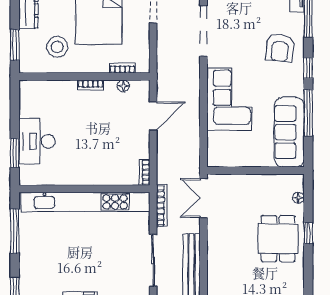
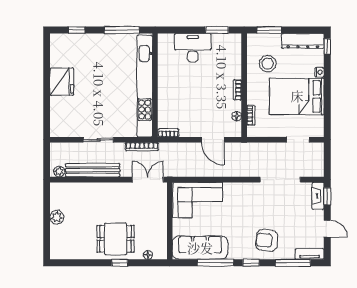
corner sofa: (229, 99) -> (198, 200), moved
window: (15, 153) -> (217, 30), moved
sliding door: (153, 260) -> (98, 140), width x0.73

